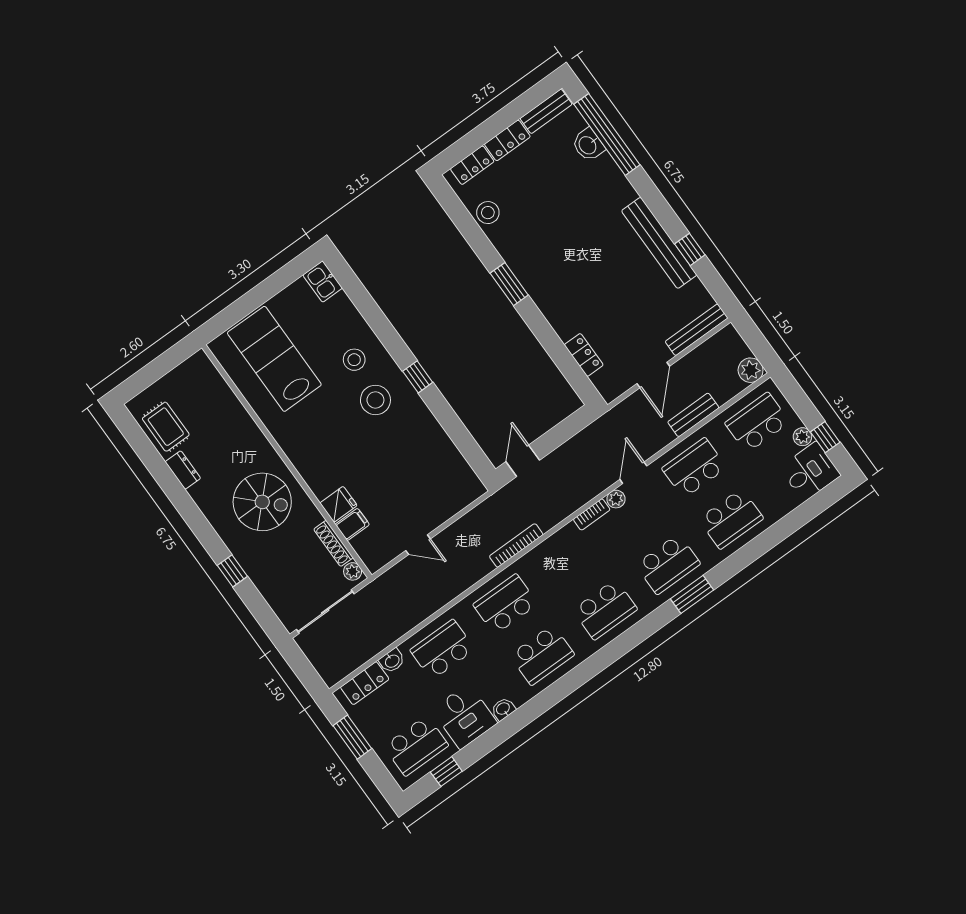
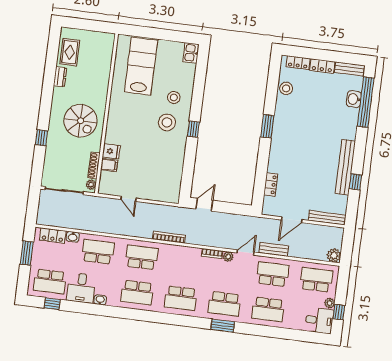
bench: (693, 415) -> (274, 249), moved

